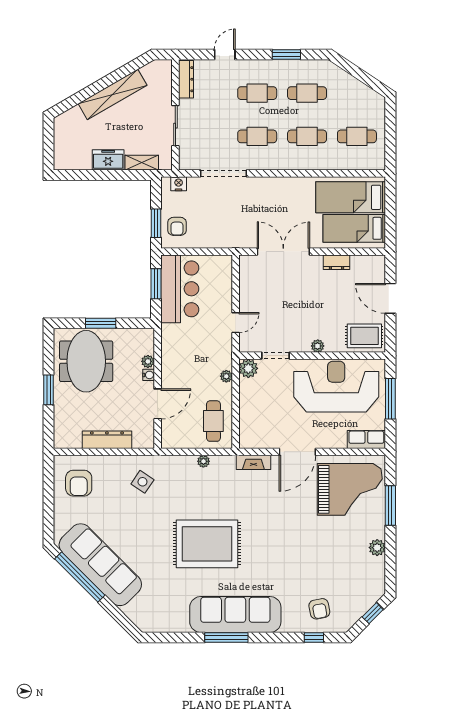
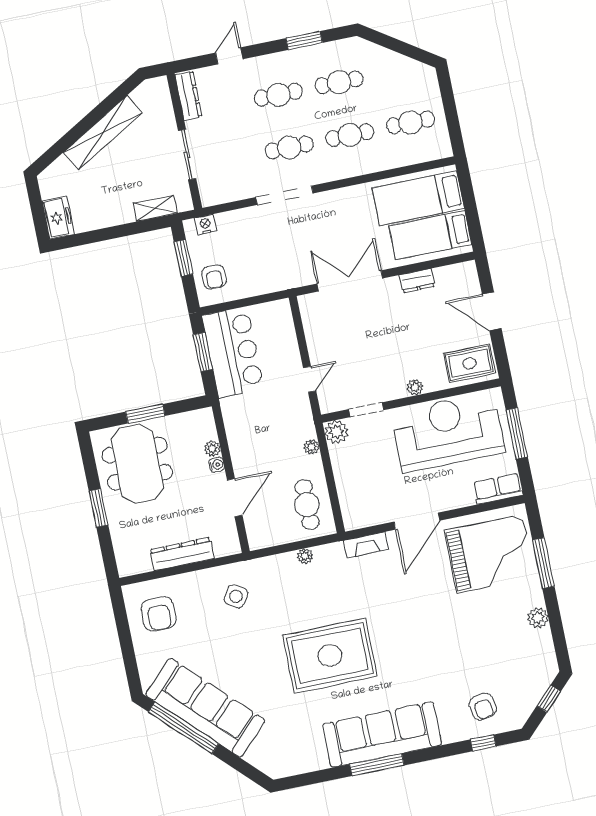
freezer: (108, 160) -> (58, 218), moved, turned 90
doorway: (223, 173) -> (284, 195), moved
window: (156, 223) -> (183, 258), moved

